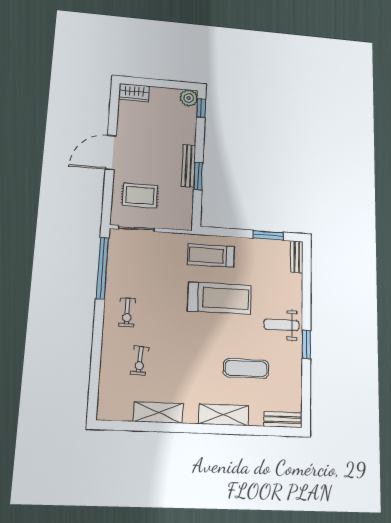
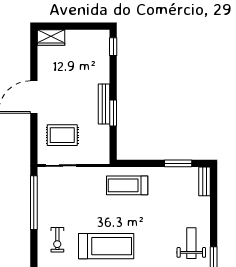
plant: (189, 98) -> (101, 38), removed
treadmill: (219, 298) -> (106, 246), moved
weight bench: (281, 325) -> (191, 243), turned 90

